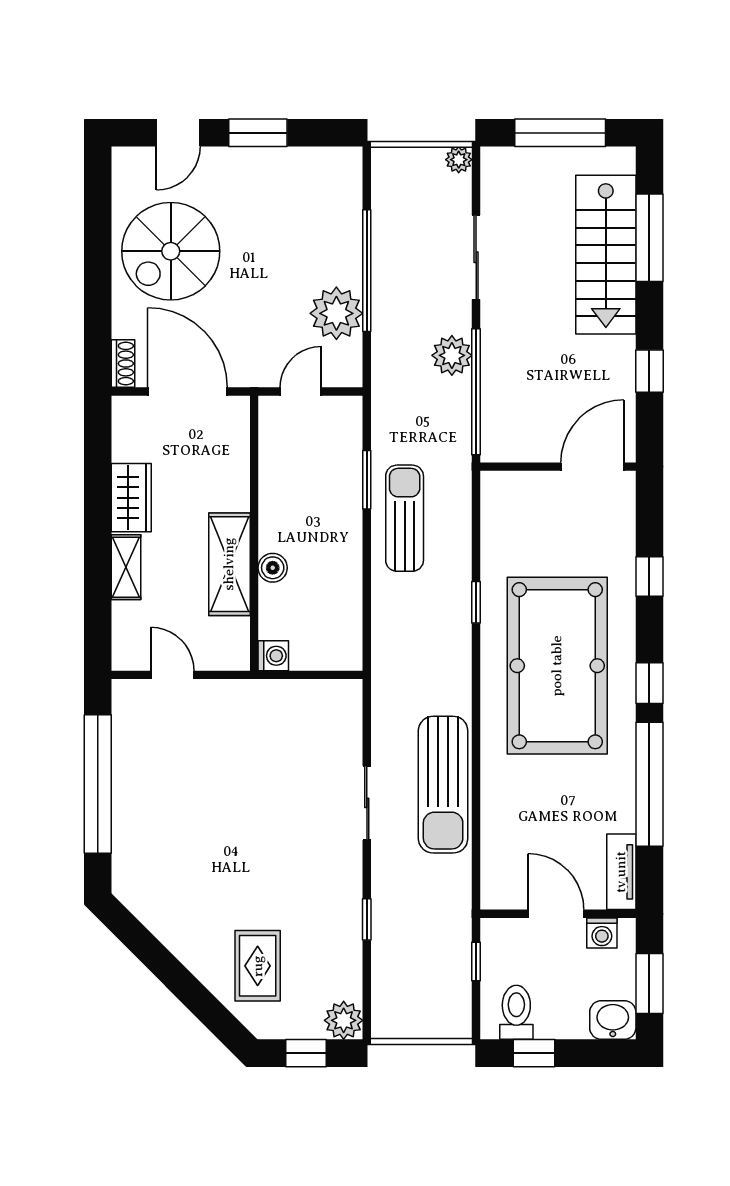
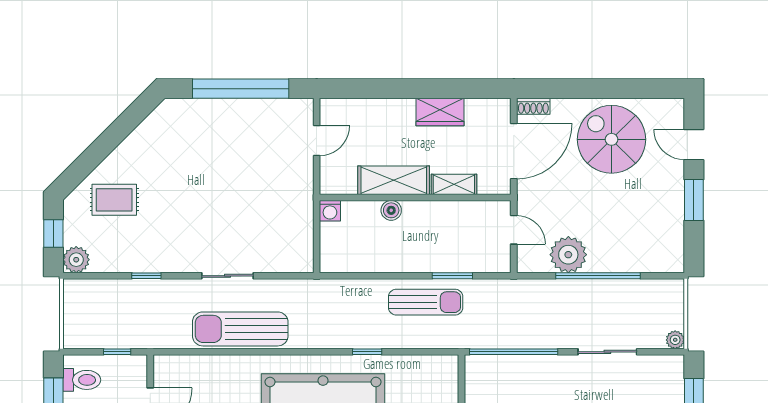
plant: (452, 355) -> (539, 335), removed
shelving: (126, 567) -> (454, 184), moved

